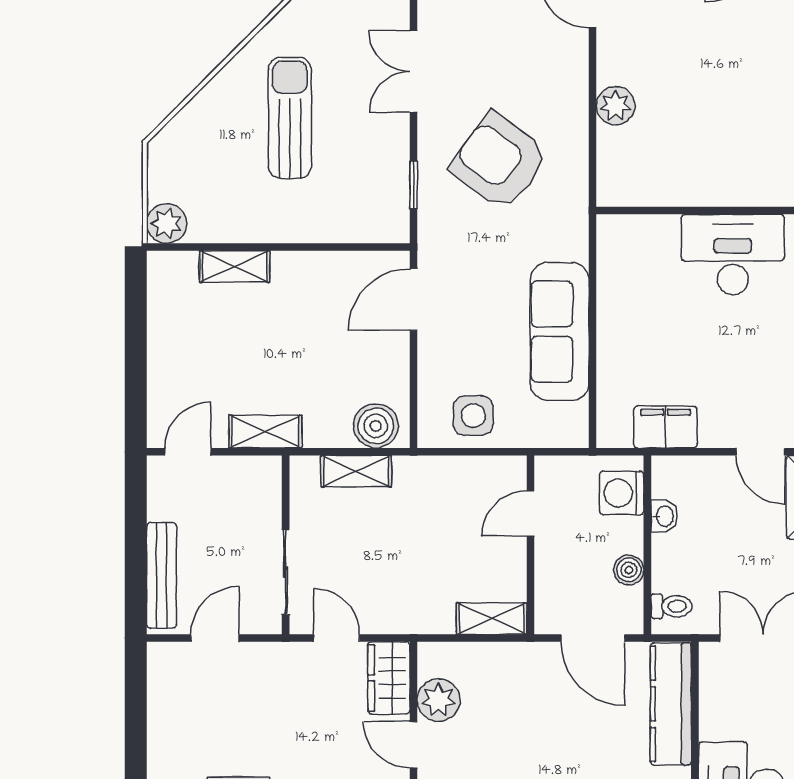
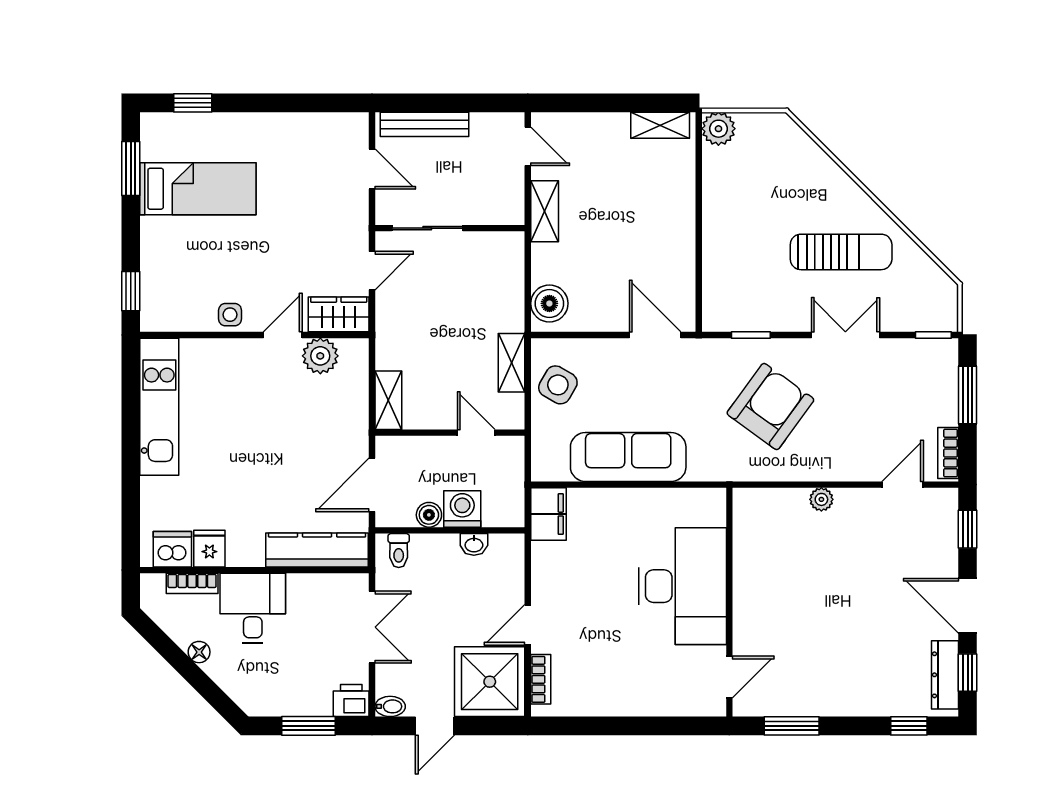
plant: (616, 106) -> (821, 499), width x0.73, depth x0.73
sun lounger: (290, 118) -> (841, 252), moved
desk: (733, 255) -> (682, 586), width x1.36, depth x1.30
shelving: (235, 266) -> (660, 125), moved, turned 90
side table: (473, 416) -> (558, 385), turned 30
filing cabinet: (665, 427) -> (548, 514), moved
shelving: (356, 471) -> (512, 363), moved
washing machine: (622, 493) -> (462, 509), moved

